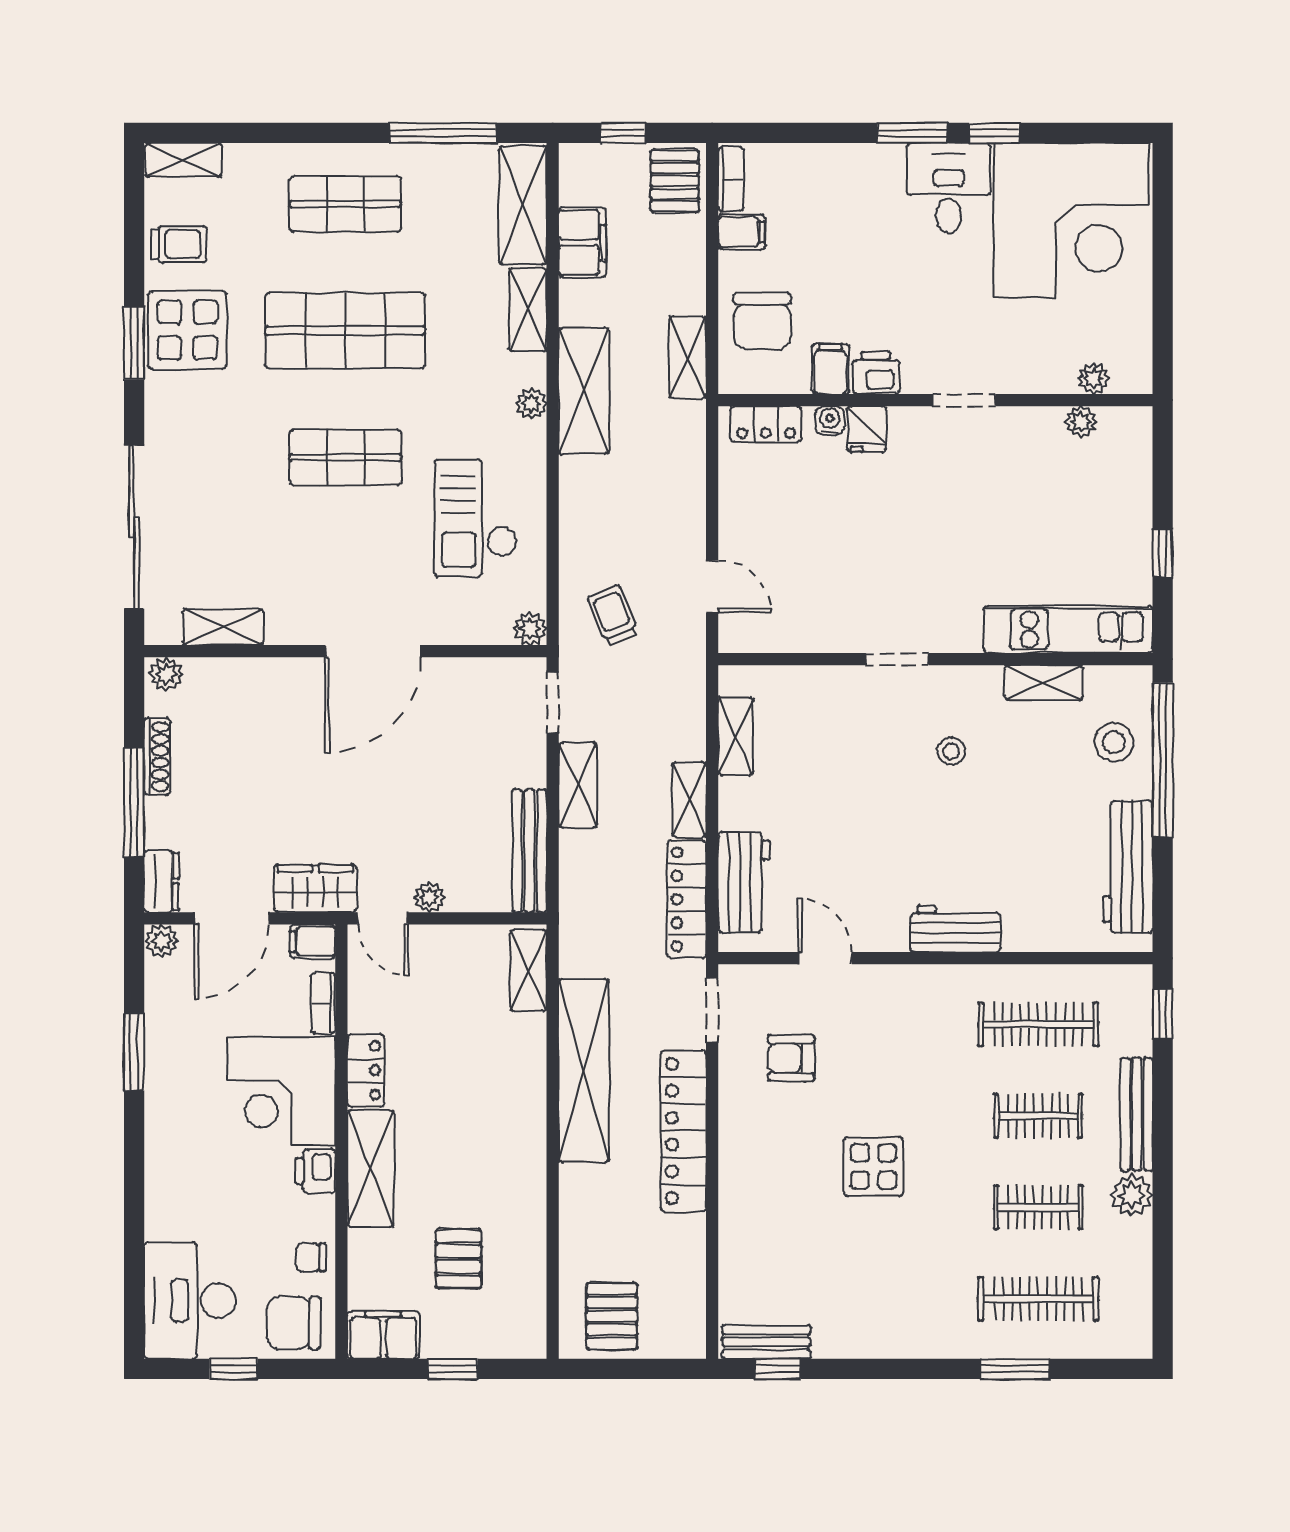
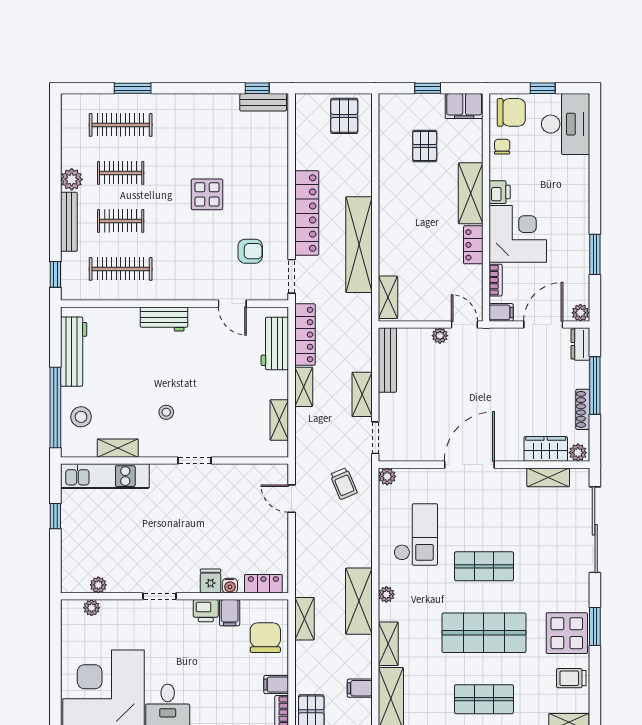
filing cabinet: (582, 242) -> (360, 688), width x0.50
wardrobe: (315, 888) -> (546, 449), moved, turned 180
chair: (311, 1257) -> (502, 147), turned -90

